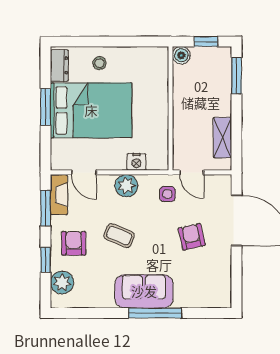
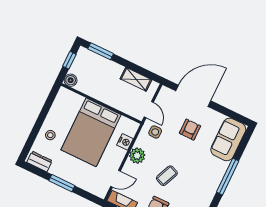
bed: (91, 110) -> (91, 132), moved, turned 180
door: (192, 172) -> (149, 110), hinge flipped
armchair: (192, 237) -> (190, 130), turned 103
sofa: (144, 291) -> (228, 139), moved

